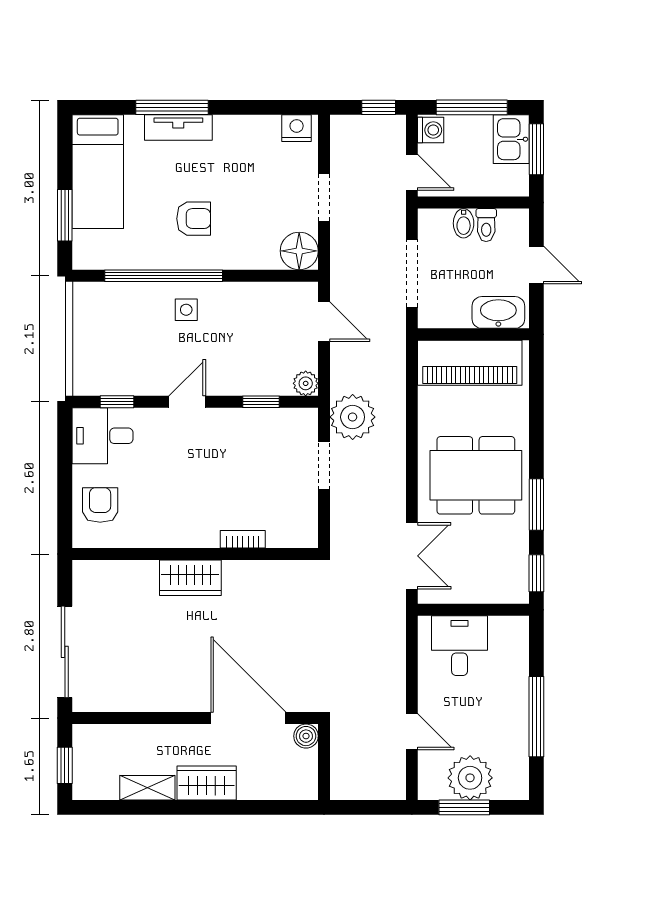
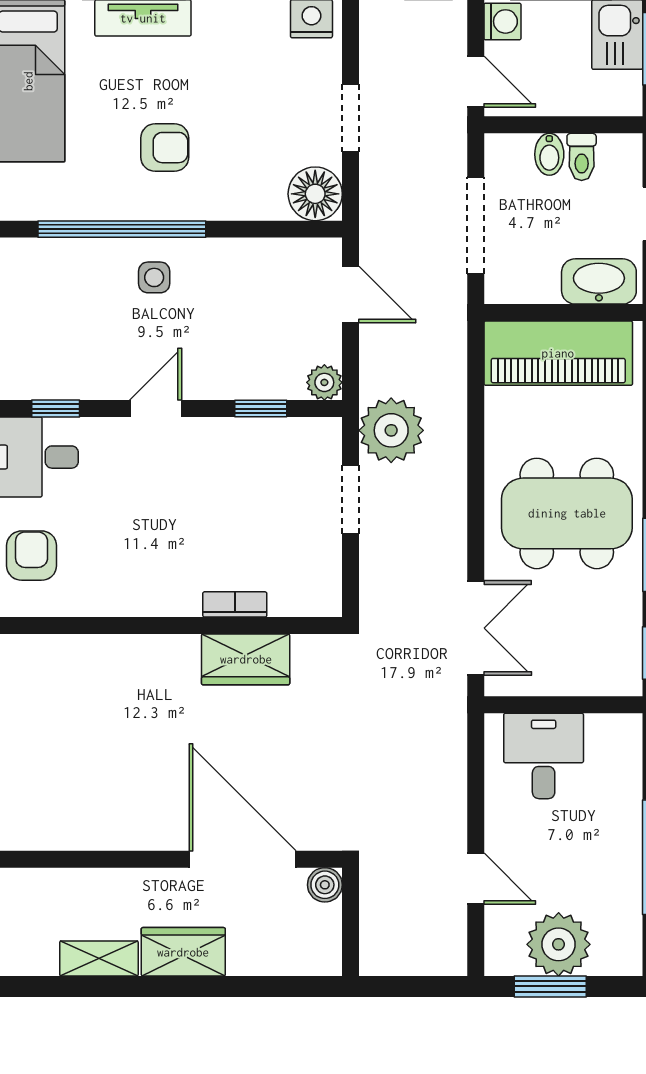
wardrobe: (190, 578) -> (246, 659), moved

